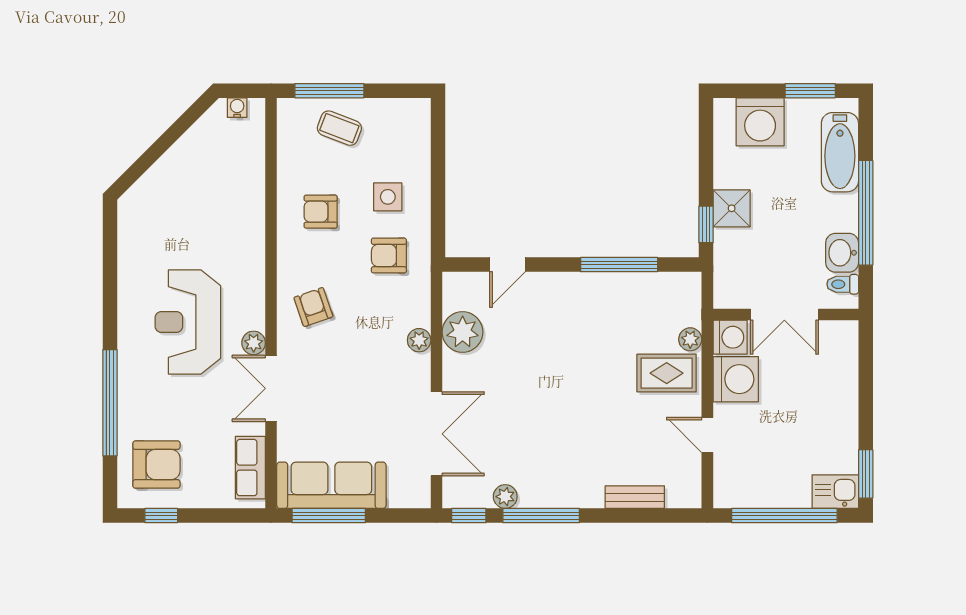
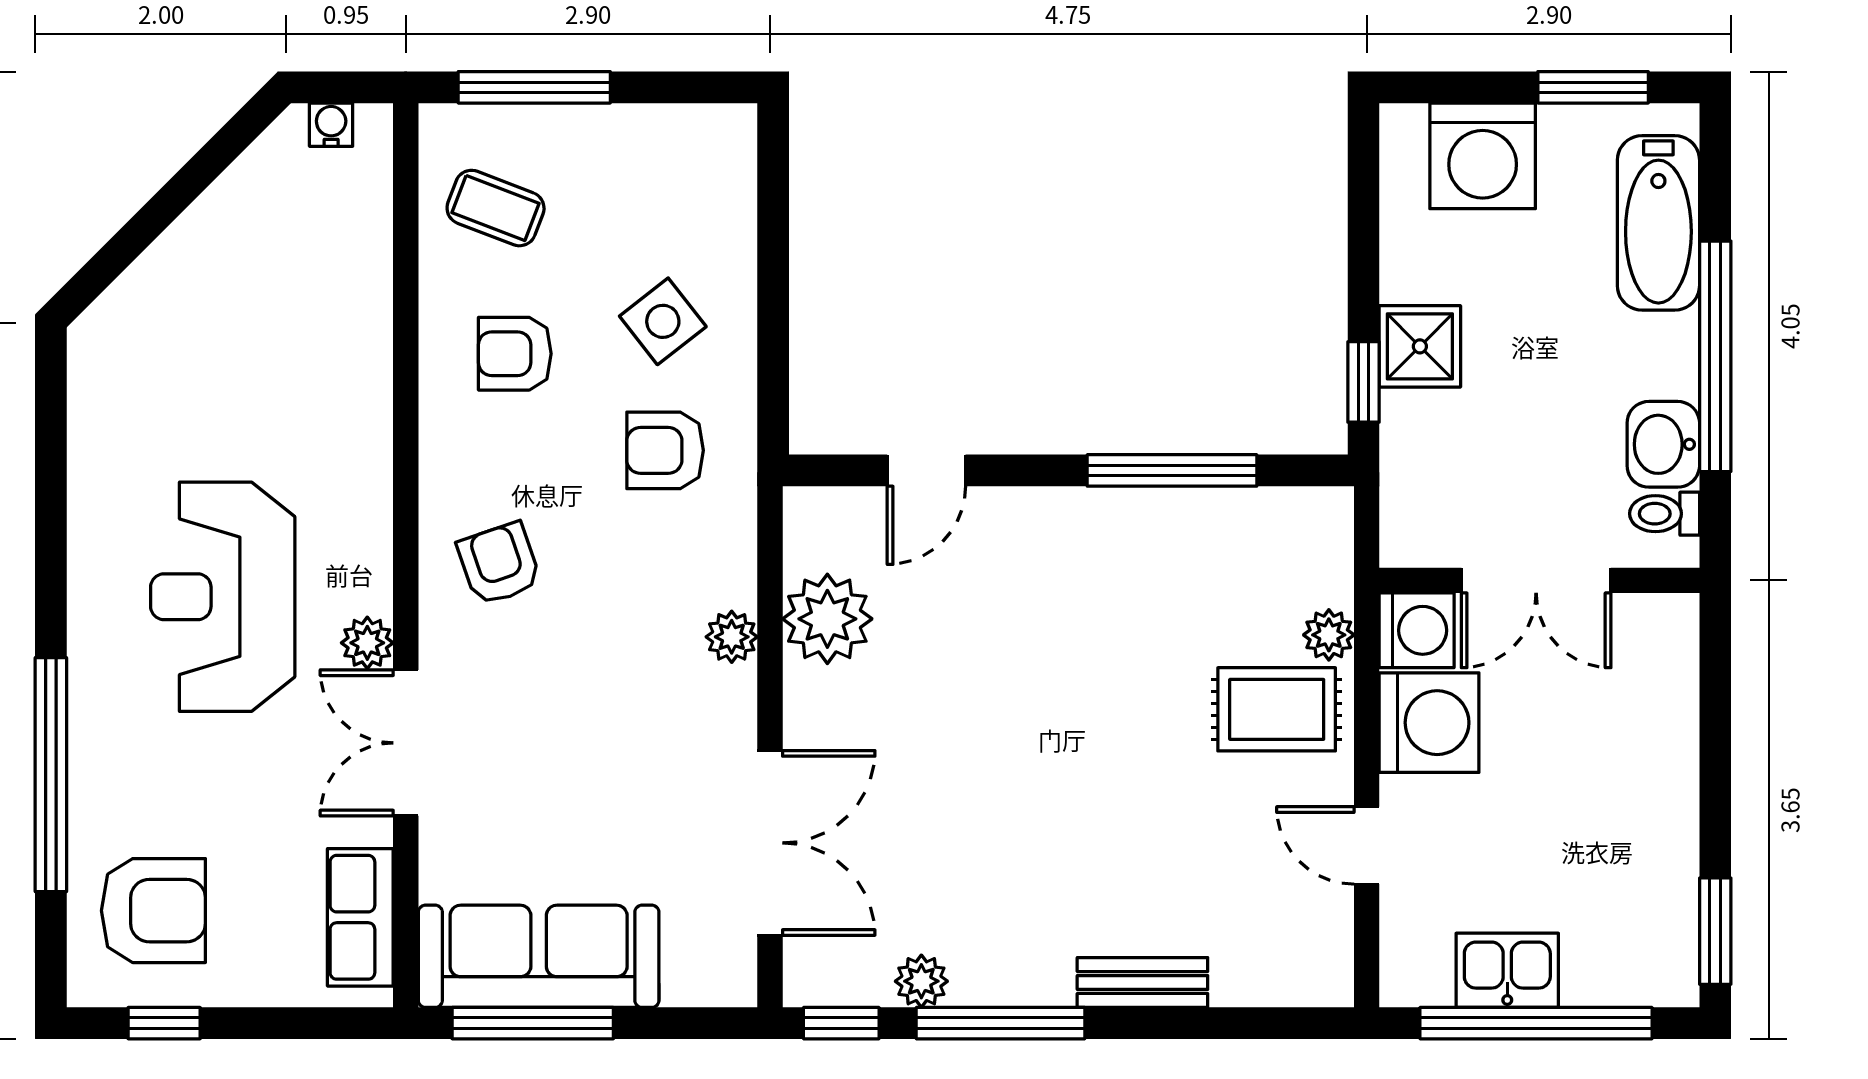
coffee table: (339, 128) -> (496, 208), moved
side table: (388, 197) -> (663, 321), turned -38
kitchen sink: (835, 492) -> (1507, 970), moved
bench: (635, 497) -> (1142, 982), moved

